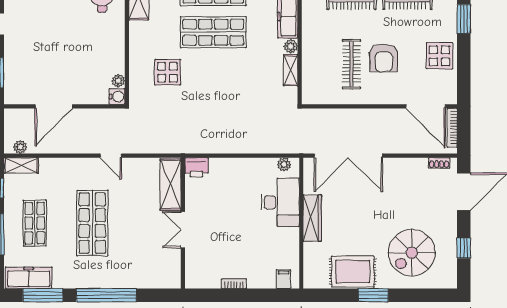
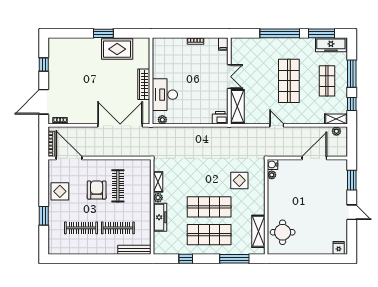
spiral stairs: (412, 253) -> (78, 61), removed
filing cabinet: (283, 279) -> (223, 44), moved

